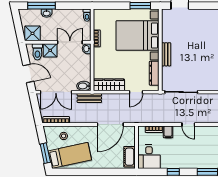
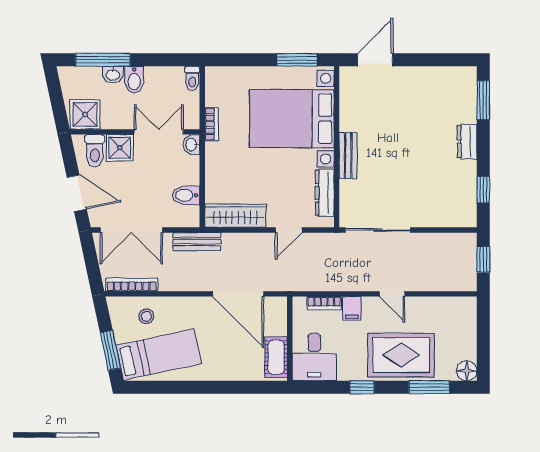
bidet: (57, 16) -> (134, 80), added
bidet: (84, 86) -> (186, 195), moved
door: (110, 125) -> (238, 294), hinge flipped
rug: (193, 156) -> (401, 355), added

